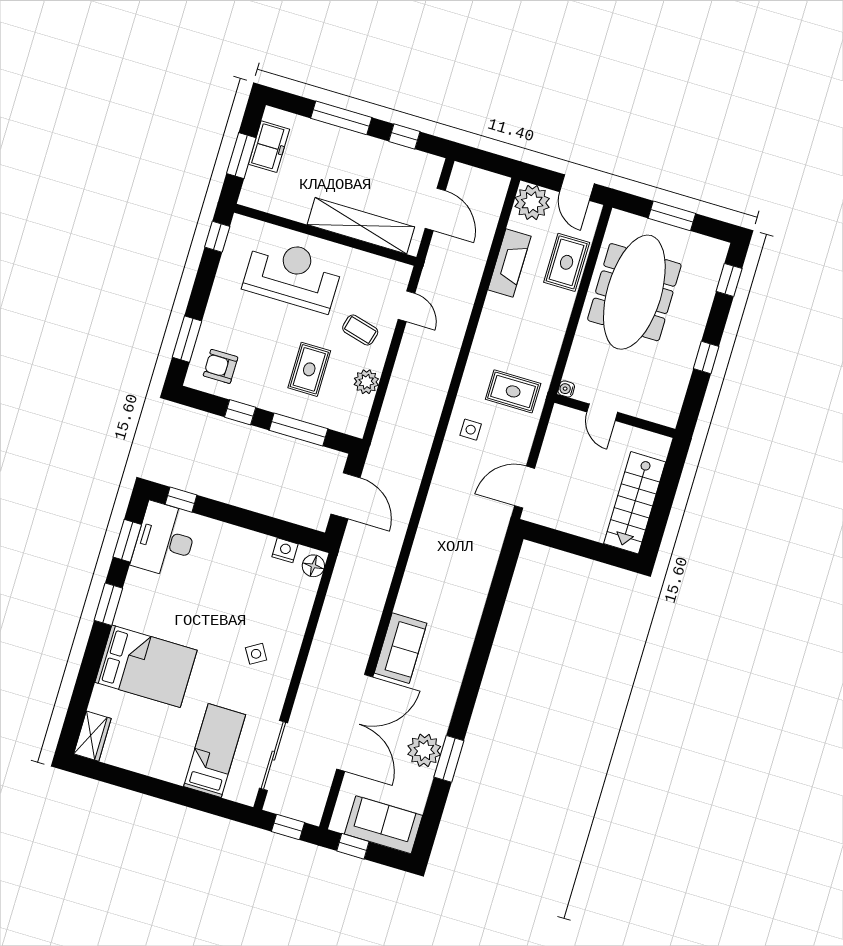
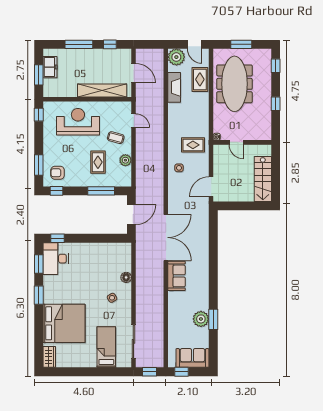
window: (240, 412) -> (57, 191), moved
door: (346, 496) -> (131, 214), hinge flipped
nightstand: (285, 550) -> (111, 247), removed
floor lamp: (313, 566) -> (126, 277), moved
bed: (146, 666) -> (64, 323), width x1.36
double door: (355, 723) -> (166, 237), moved

